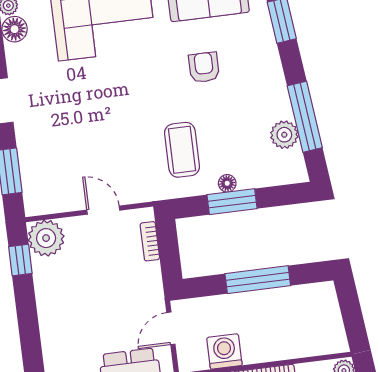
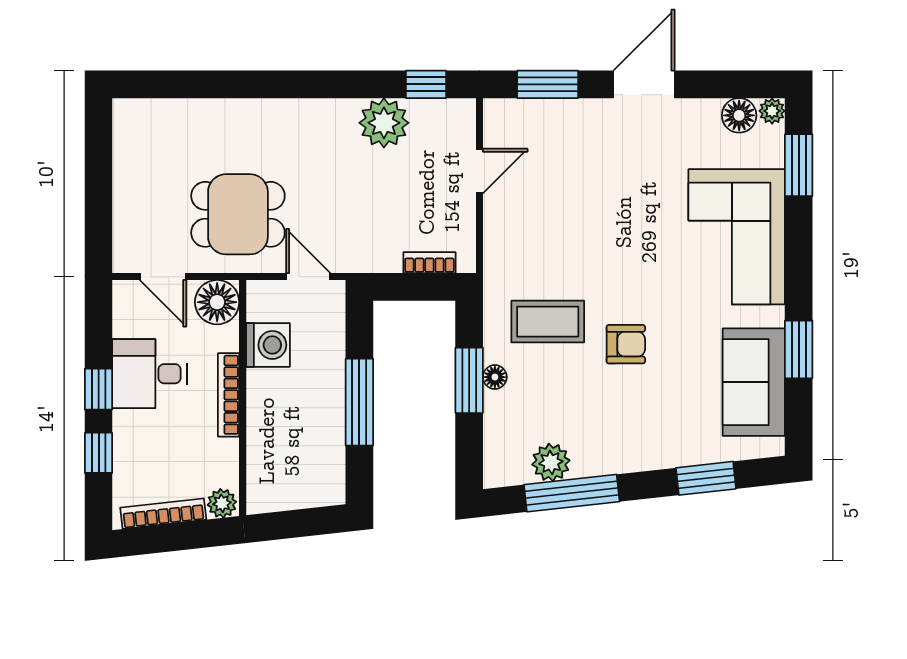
armchair: (204, 67) -> (626, 344), moved
door: (103, 210) -> (479, 171), moved
plant: (46, 238) -> (384, 123), moved

